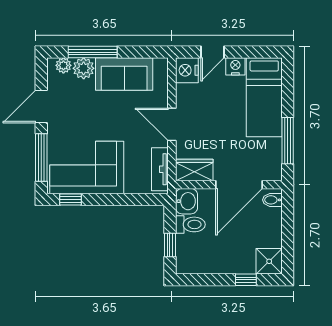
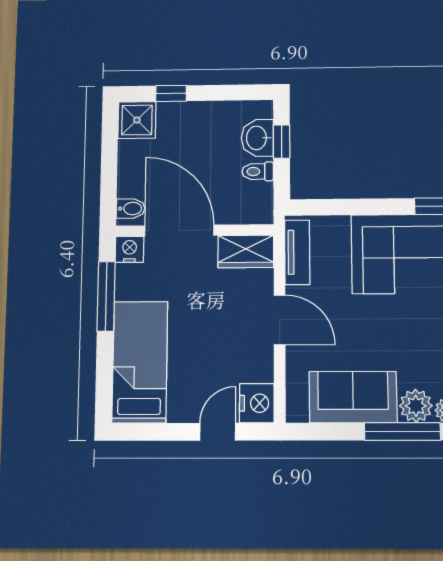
nightstand: (235, 66) -> (130, 249), moved, turned 180
door: (239, 185) -> (179, 231), hinge flipped
washbasin: (186, 201) -> (257, 138), moved
toilet: (190, 224) -> (258, 171), width x0.73, depth x0.72

